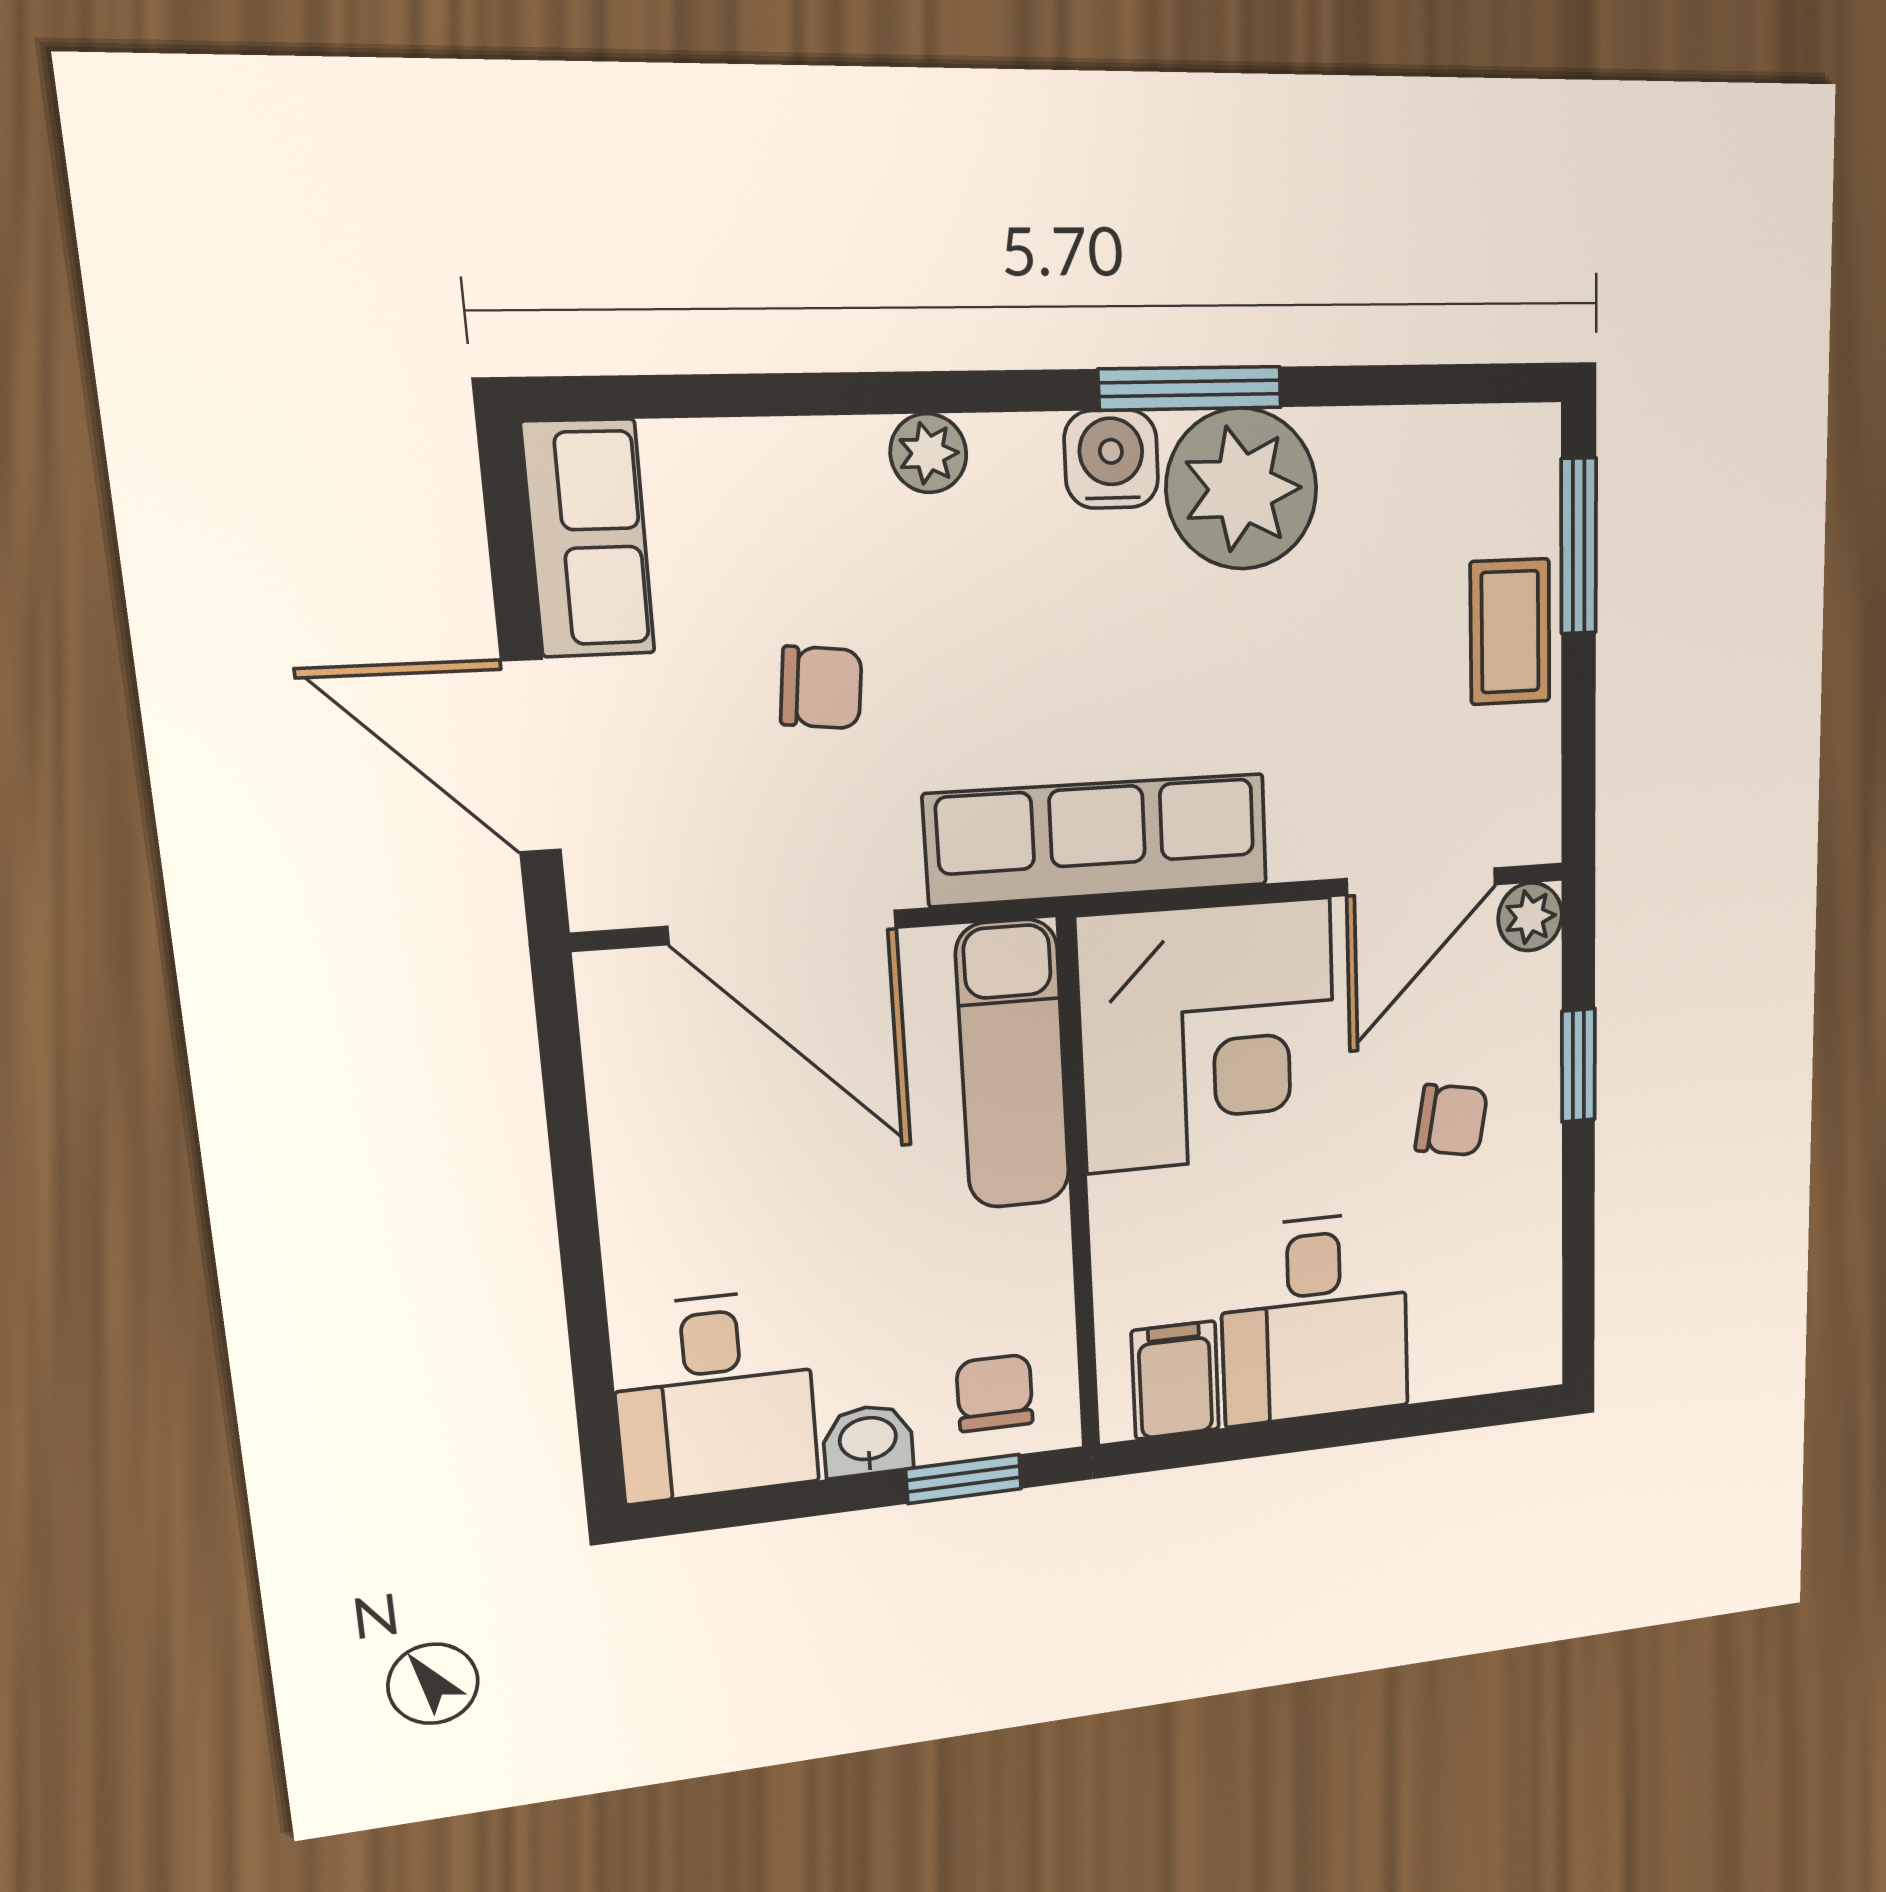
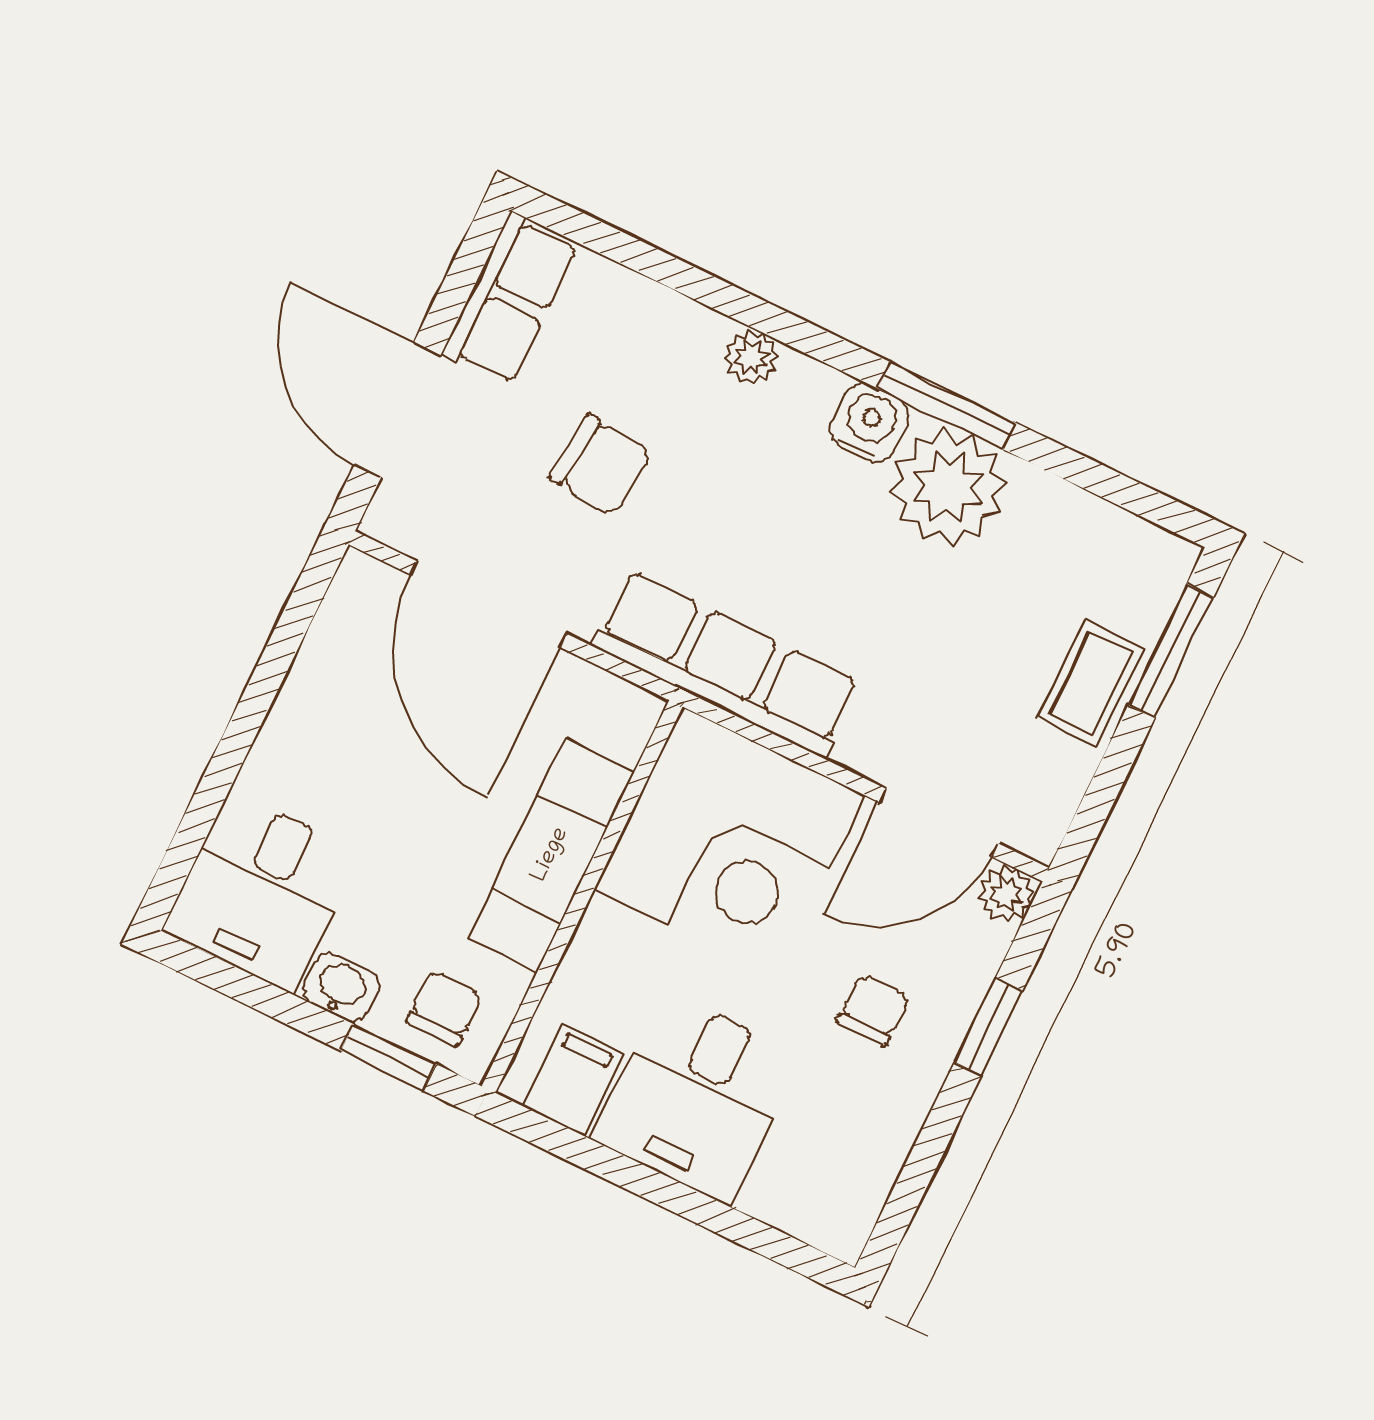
chair: (821, 688) -> (601, 466), width x1.37, depth x1.37
exam couch: (1013, 1065) -> (551, 855), moved
chair: (1451, 1120) -> (873, 1010), turned -100

